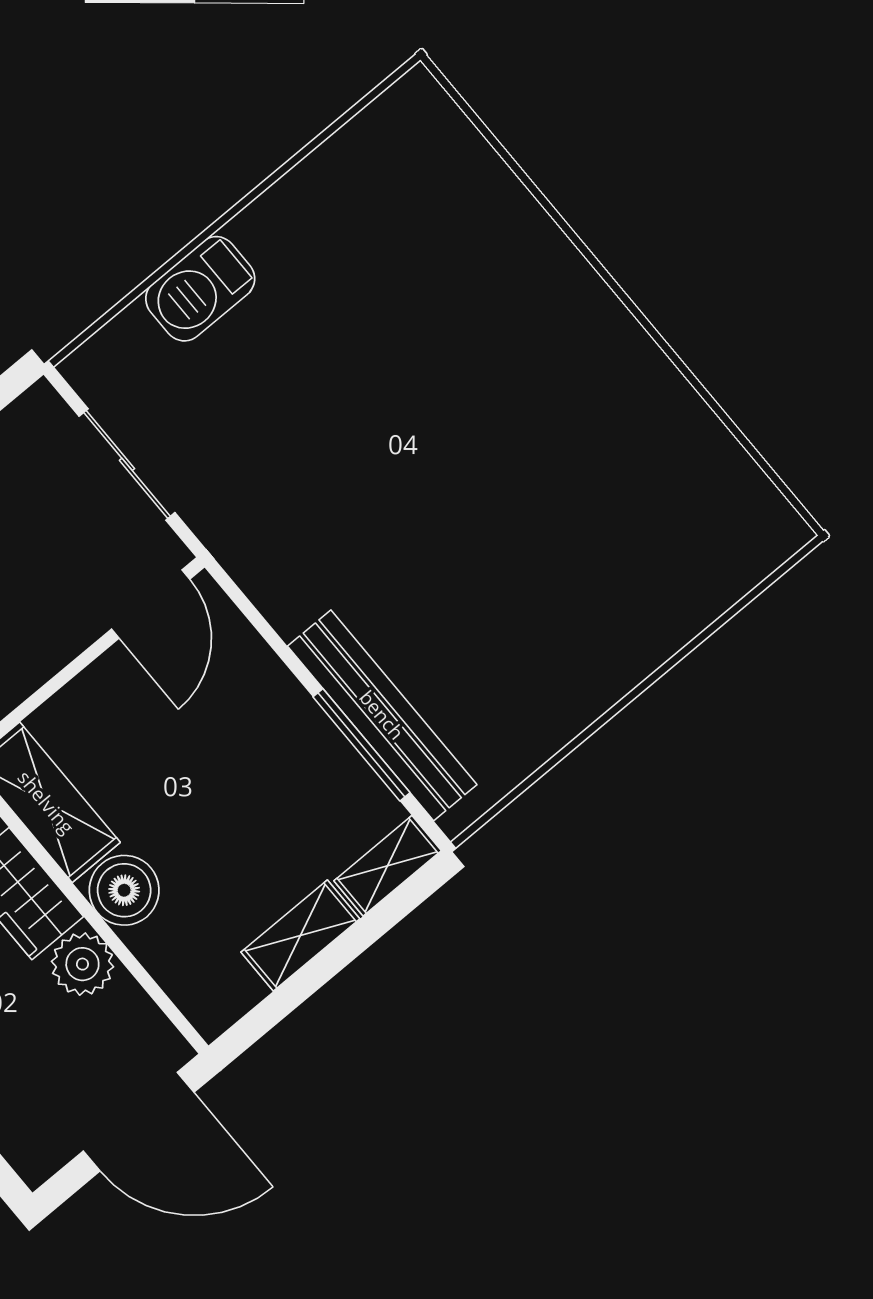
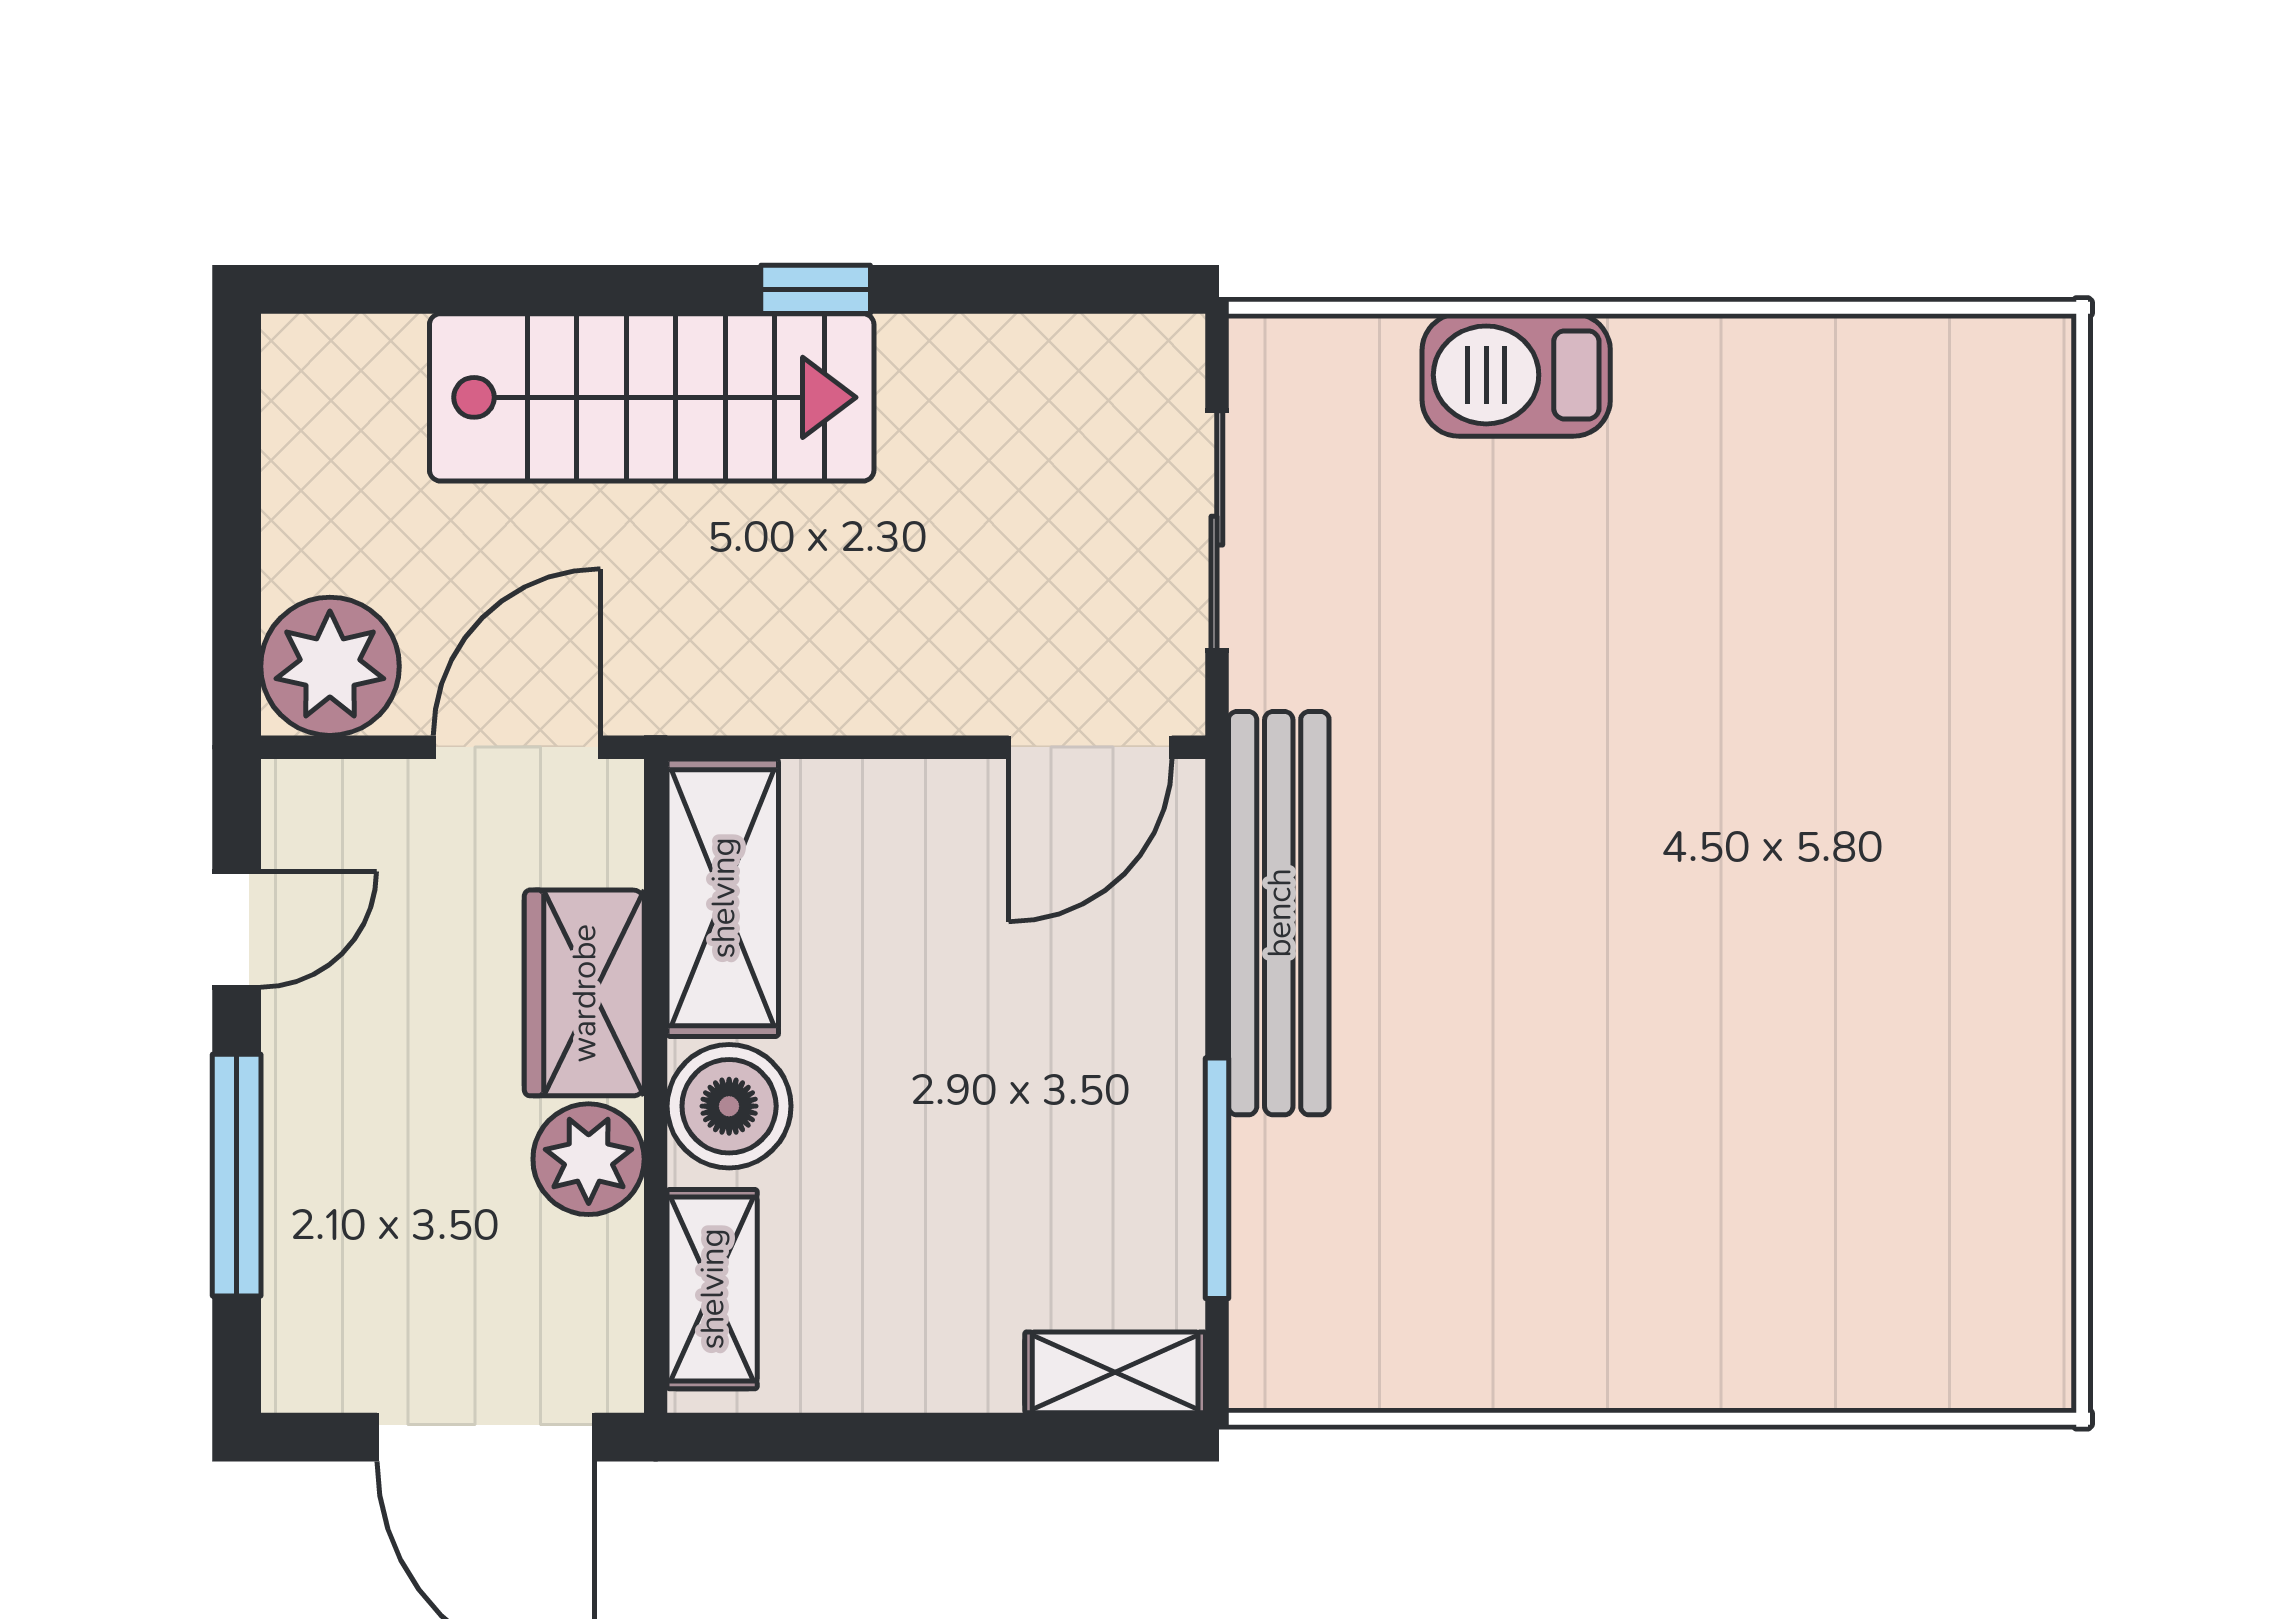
bench: (382, 715) -> (1279, 913), moved
shelving: (300, 936) -> (712, 1289), moved, turned 90

